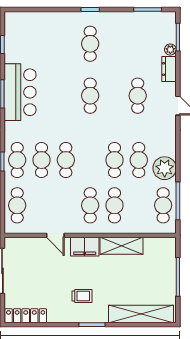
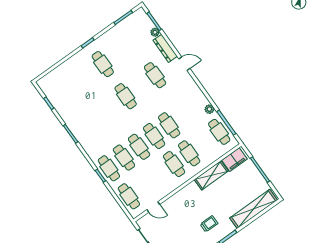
dresser: (169, 69) -> (165, 48), width x1.44
bar counter: (20, 92) -> (81, 125), removed
cafe table: (139, 160) -> (154, 136), moved
plant: (165, 168) -> (209, 109), width x0.53, depth x0.53
door: (55, 235) -> (153, 207), moved
filing cabinet: (85, 247) -> (234, 160), moved

